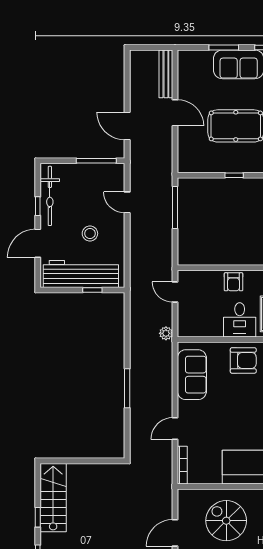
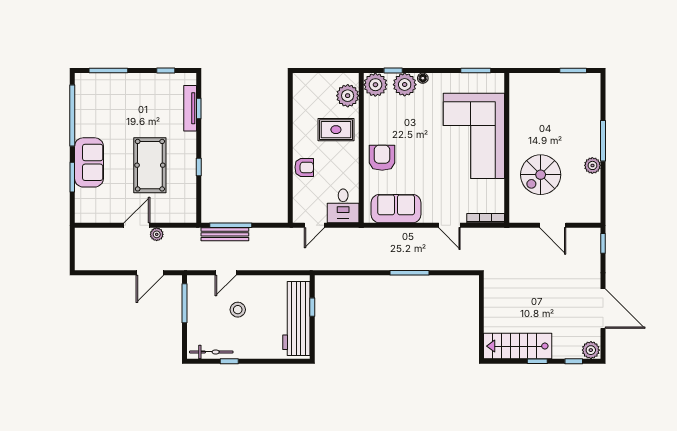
bench: (166, 74) -> (225, 234), moved
bicycle: (50, 196) -> (211, 352), width x0.73, depth x0.71
stool: (90, 234) -> (238, 310), moved
door: (38, 243) -> (266, 361), removed
desk: (240, 320) -> (343, 206), moved, turned 90
plant: (166, 333) -> (157, 234), moved

